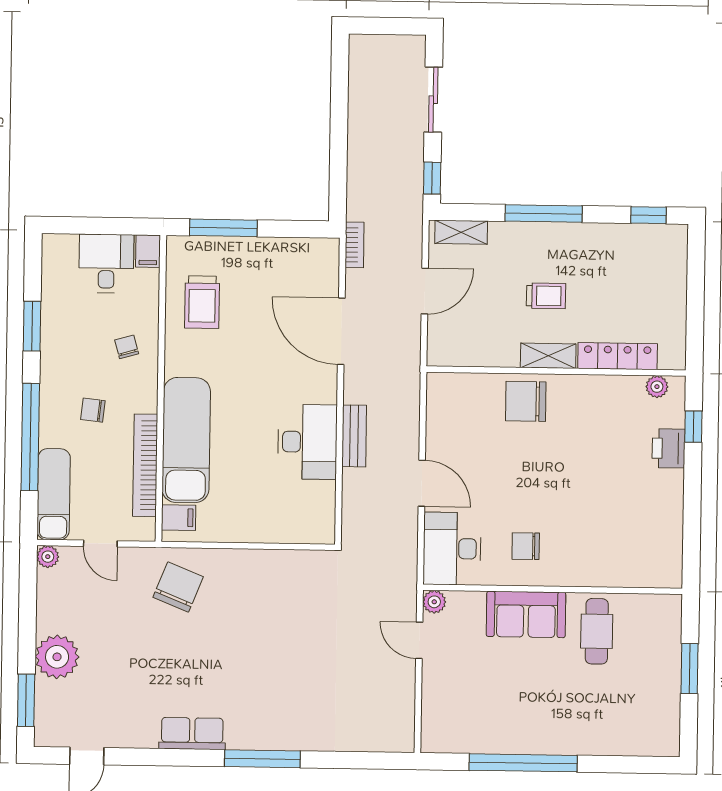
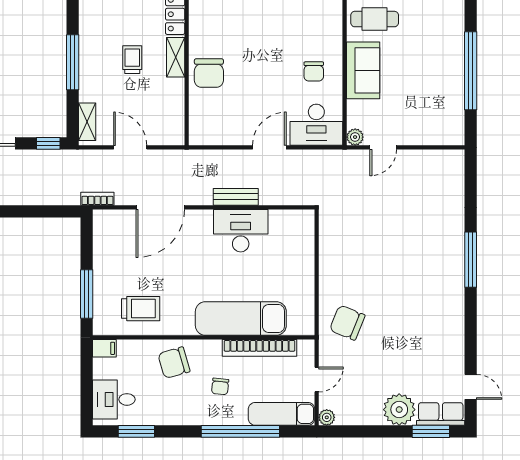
desk: (106, 263) -> (114, 399), moved
window: (32, 326) -> (136, 431), moved
chair: (127, 347) -> (174, 363), width x1.87, depth x1.87
filing cabinet: (179, 518) -> (297, 323), removed
row of seats: (192, 734) -> (441, 414), moved, turned 90

